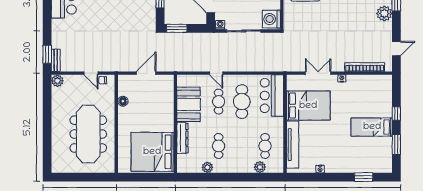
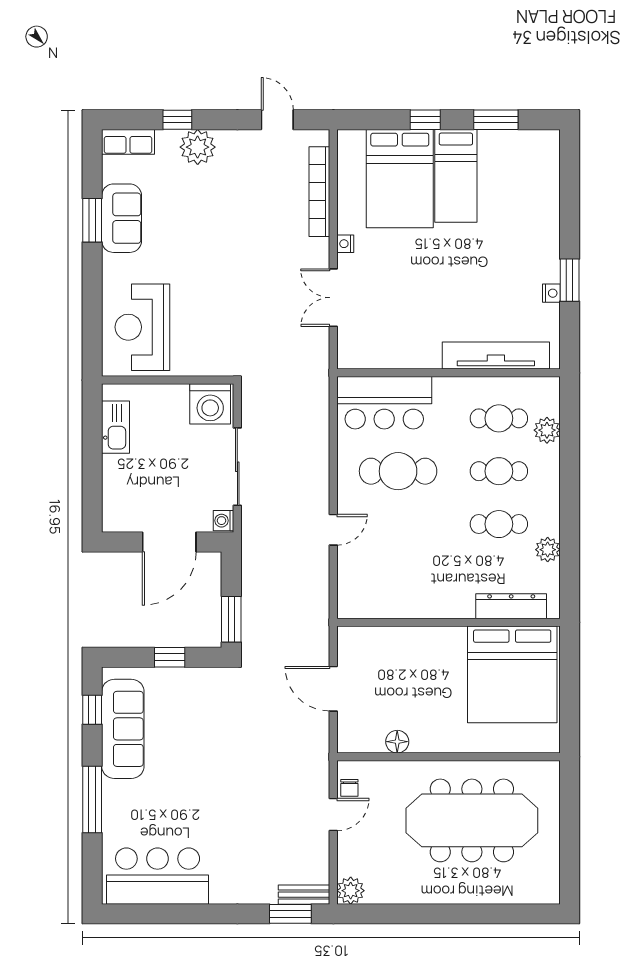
cafe table: (219, 102) -> (499, 471), moved
booth: (189, 104) -> (404, 592), removed
bed: (308, 106) -> (400, 179), moved, turned 180
dresser: (182, 138) -> (511, 606), moved
window: (364, 177) -> (570, 280), moved

